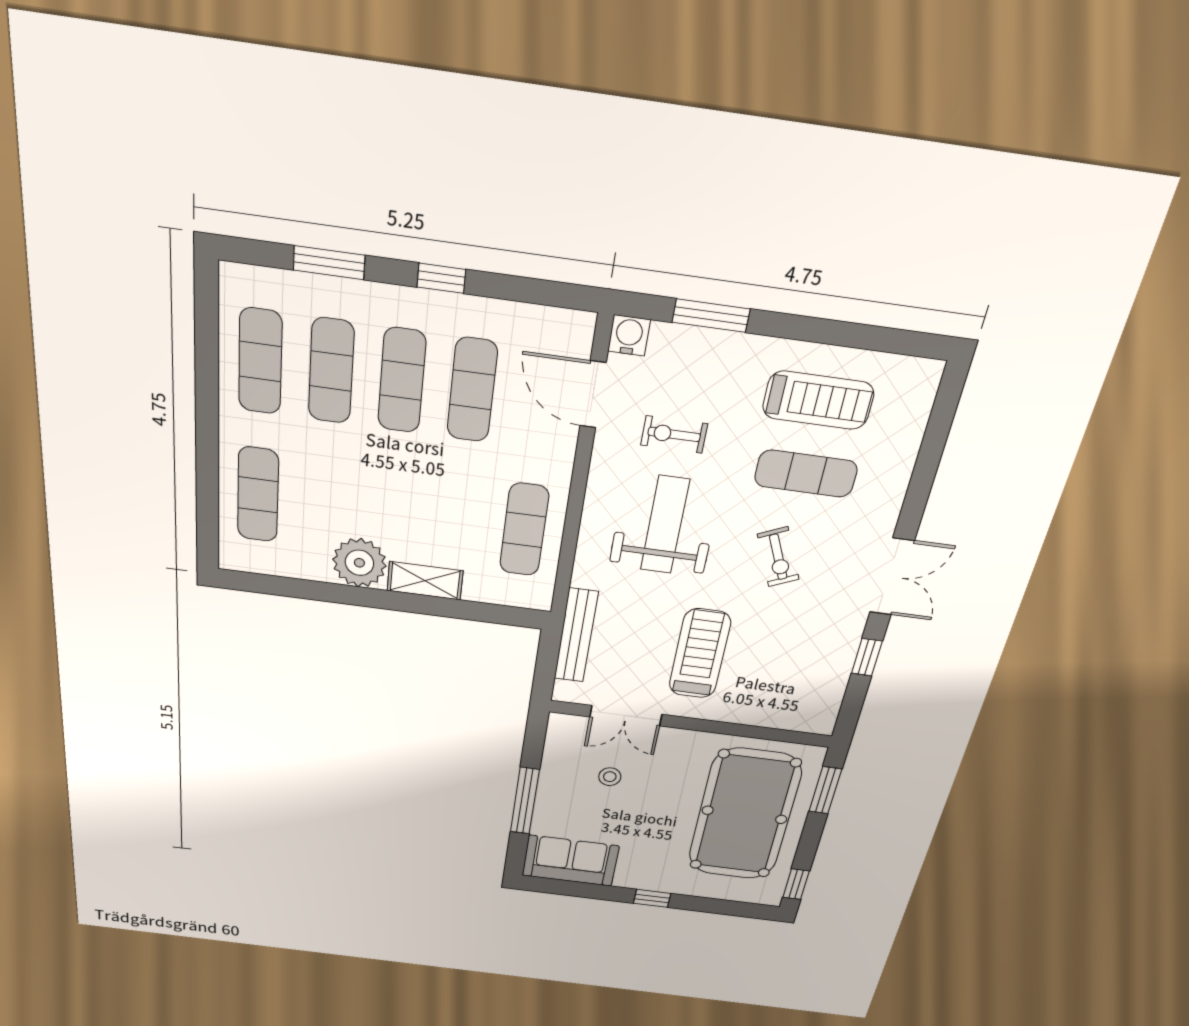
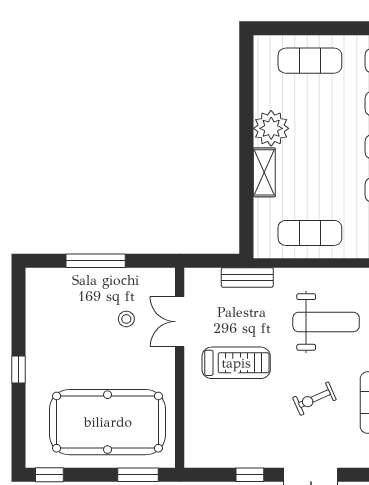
bench: (576, 635) -> (247, 278), width x0.73
sofa: (570, 861) -> (45, 302), removed

